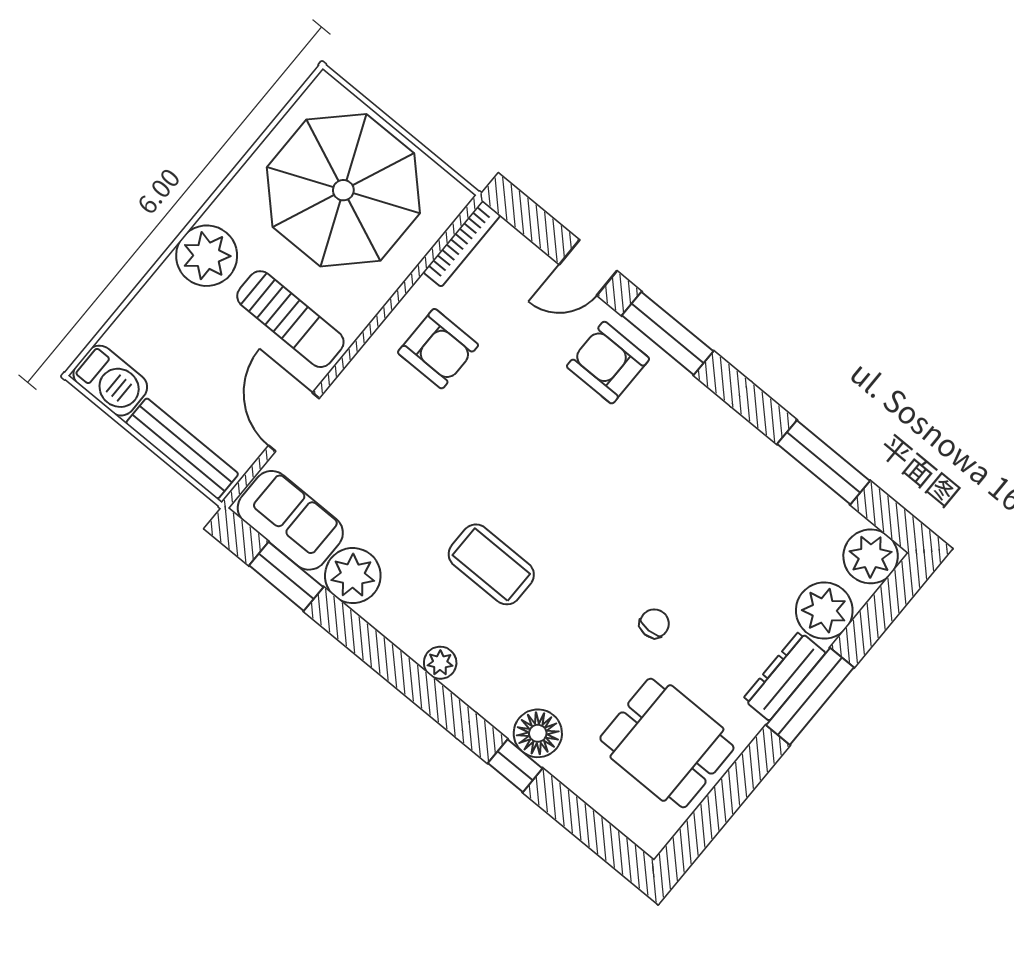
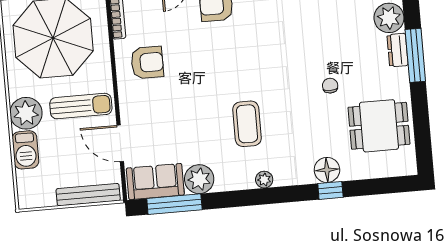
barbecue: (110, 381) -> (25, 150), moved, turned 90
coffee table: (491, 564) -> (247, 124), turned 90
window: (286, 576) -> (174, 204), width x1.44
dresser: (784, 676) -> (398, 50), width x0.70

